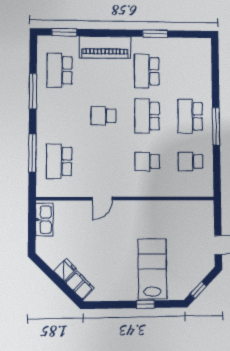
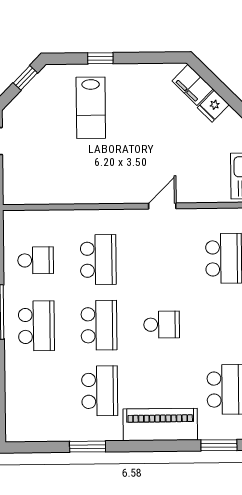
school desk: (147, 161) -> (98, 260), width x1.85
lab bench: (152, 269) -> (91, 108), width x0.73, depth x0.72

